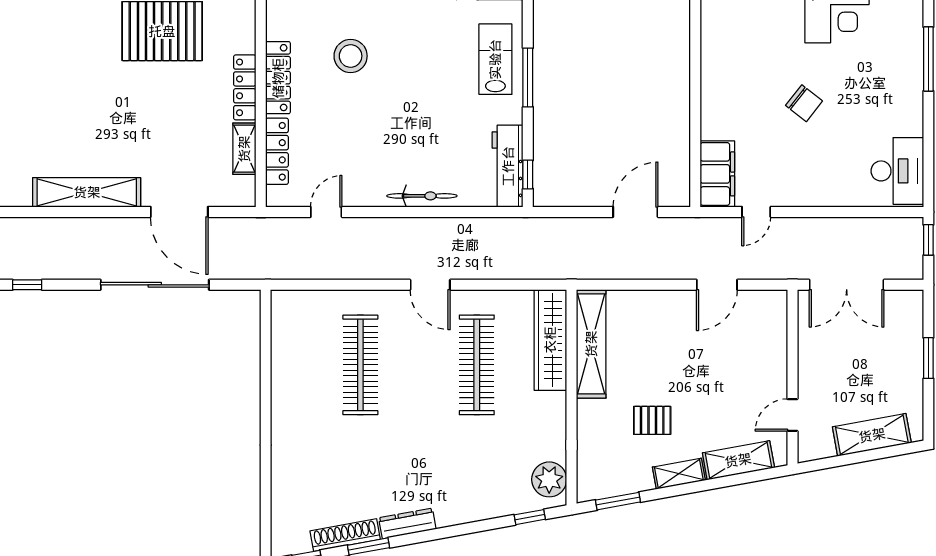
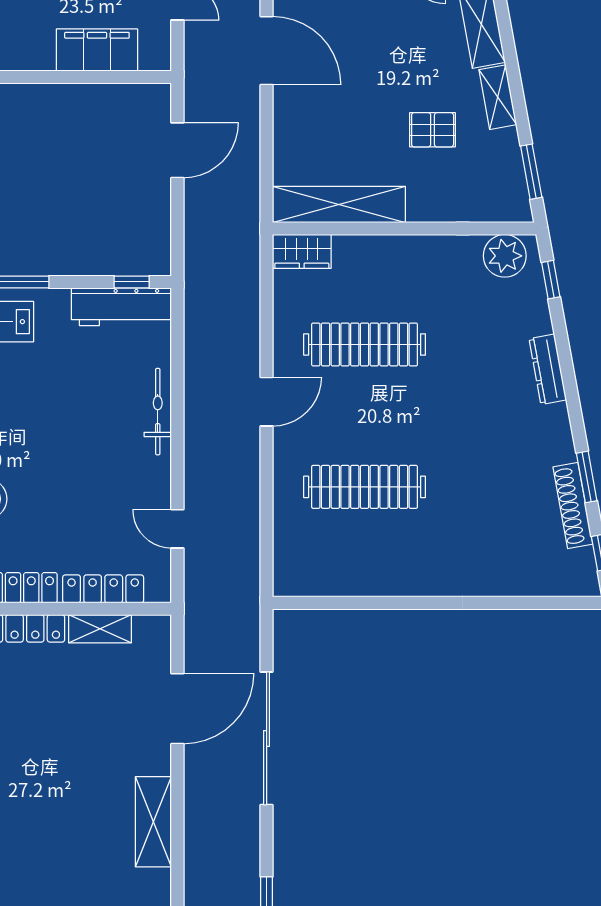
filing cabinet: (717, 174) -> (97, 50), moved
shelving: (87, 192) -> (153, 822), width x0.68
door: (635, 212) -> (177, 150), swing flipped
door: (717, 285) -> (267, 51), width x1.36
wardrobe: (550, 340) -> (302, 251), width x0.48, depth x0.85
pallet: (652, 420) -> (433, 130), turned 90
dresser: (407, 523) -> (548, 369), moved

